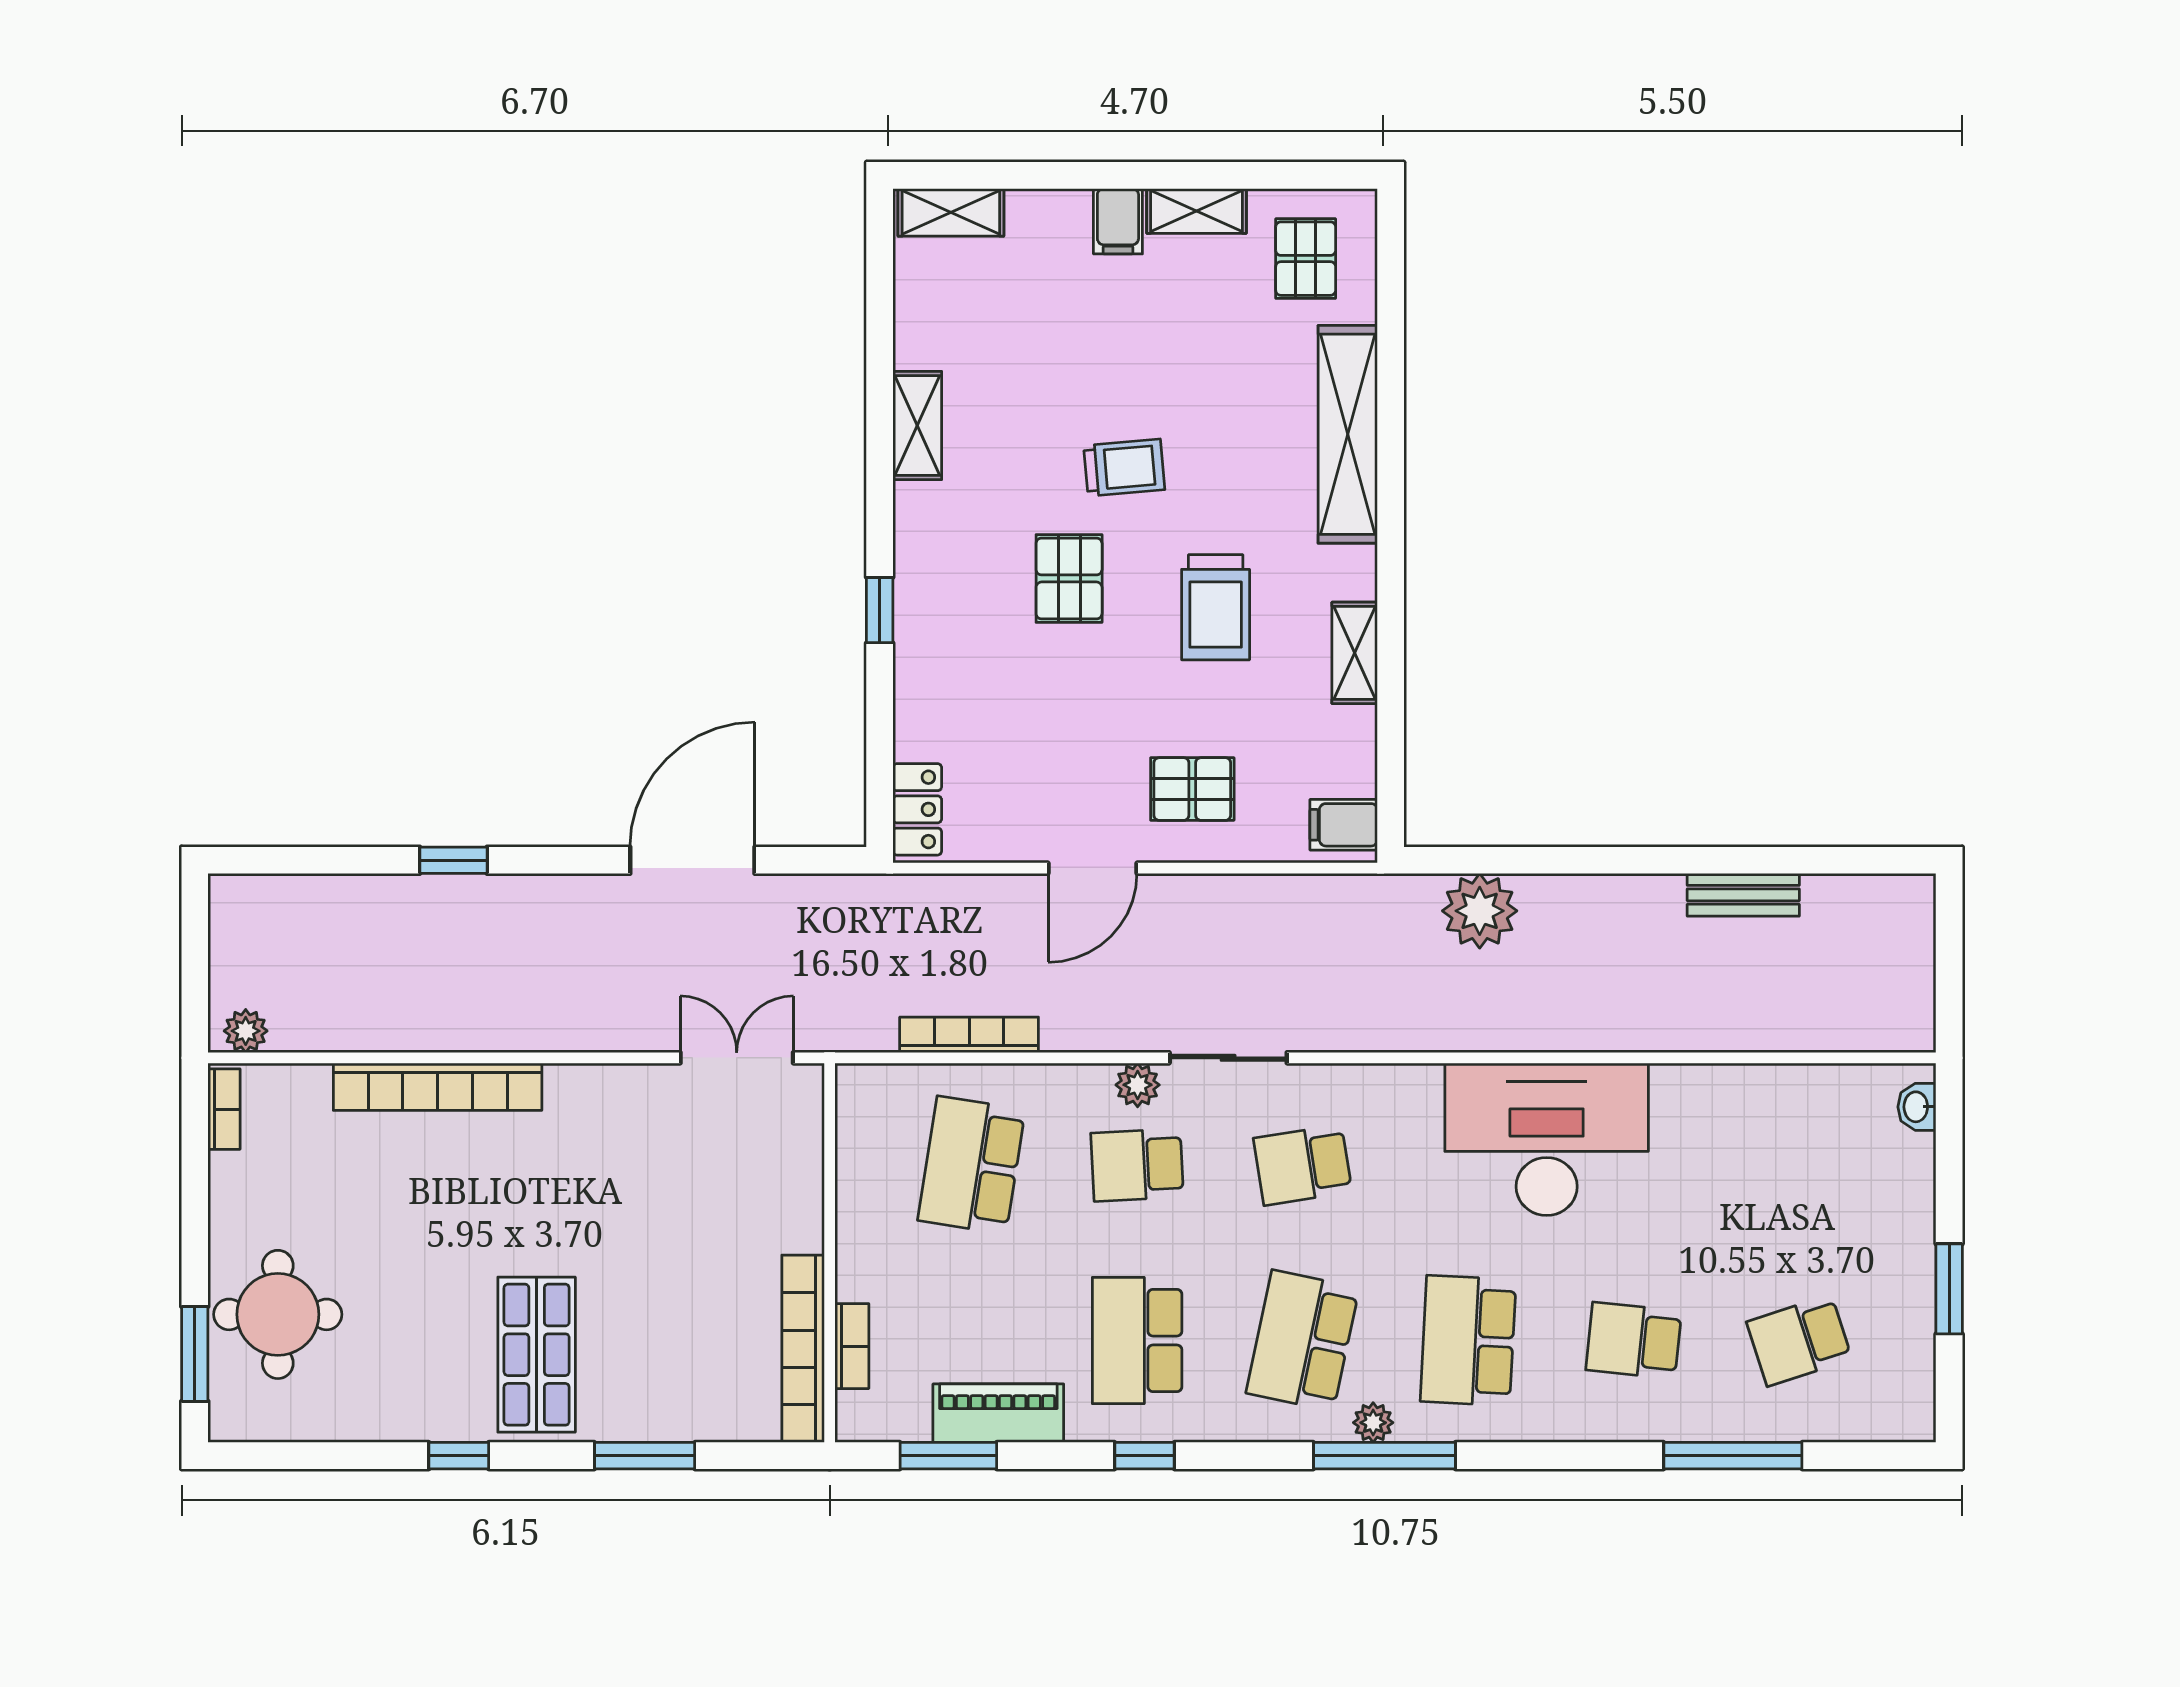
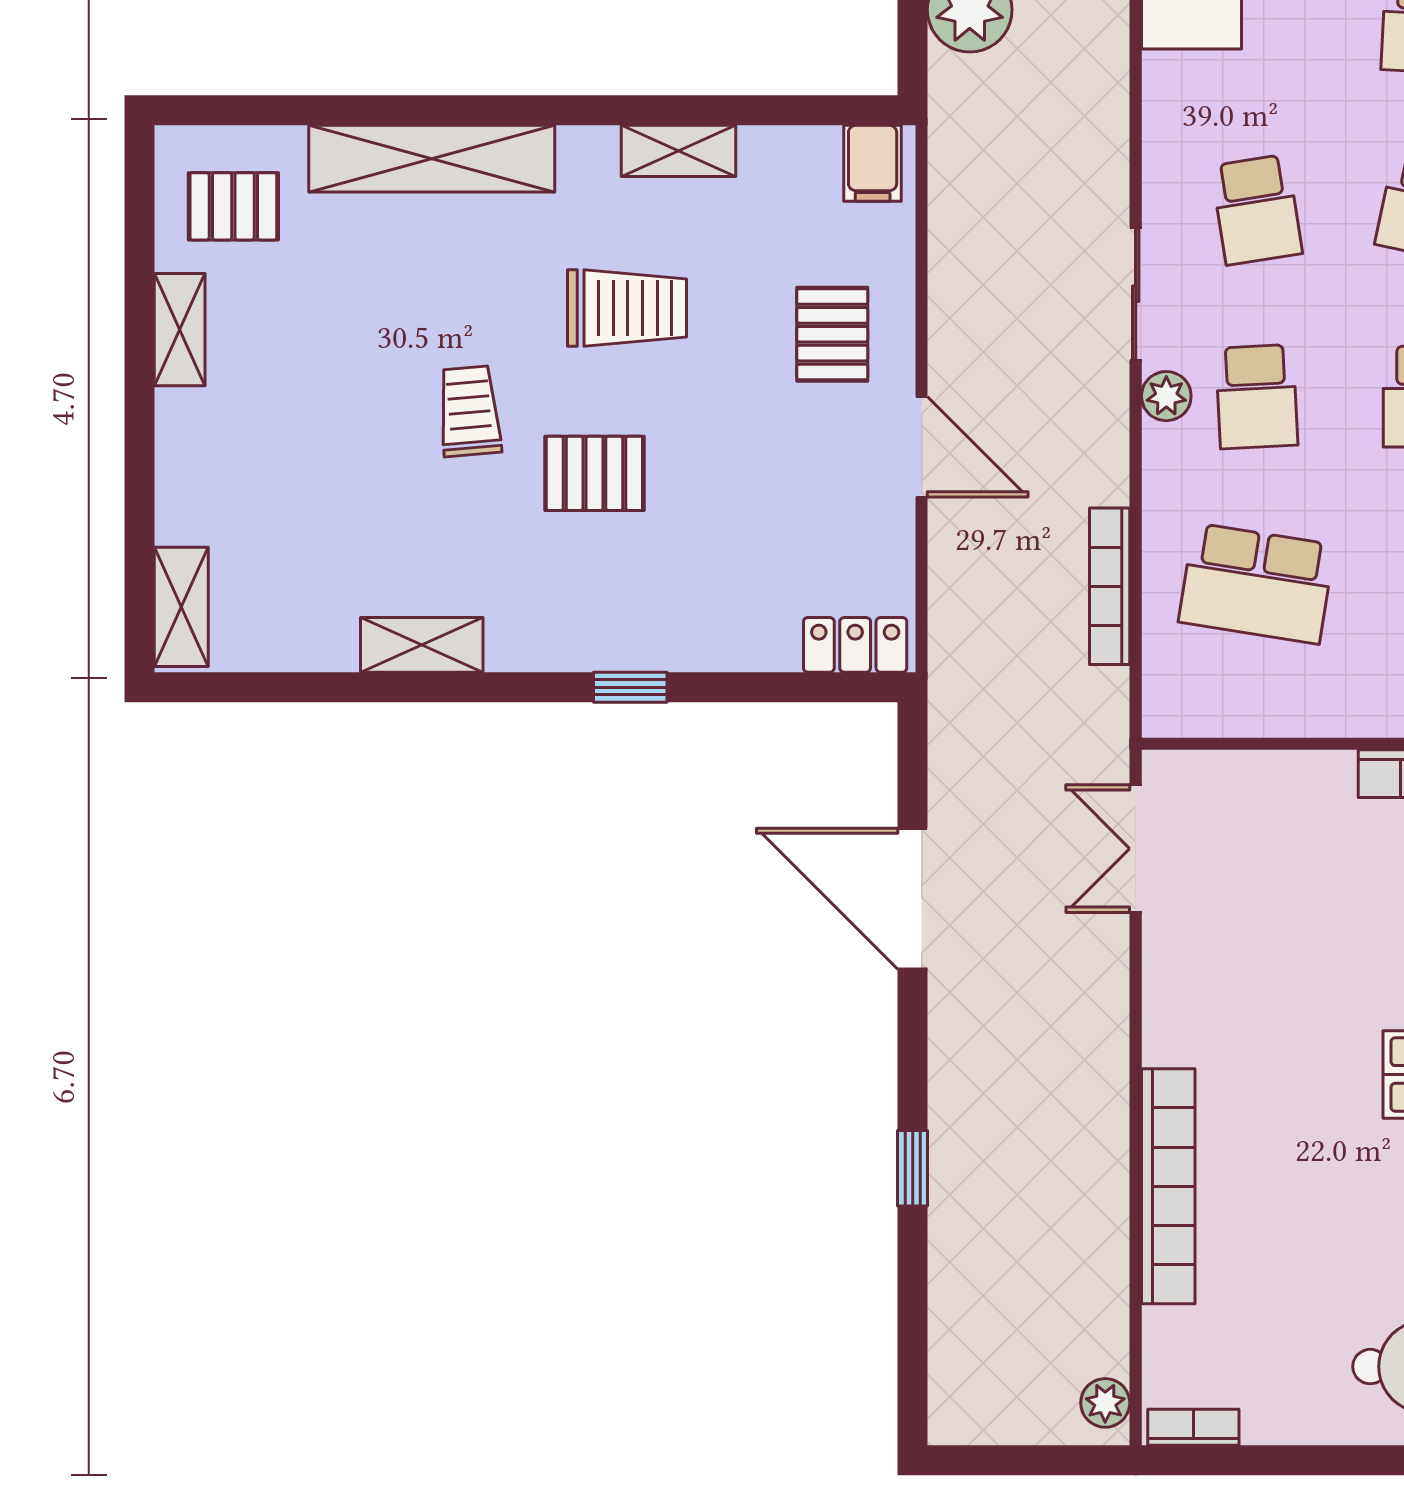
filing cabinet: (1118, 221) -> (191, 418), removed

